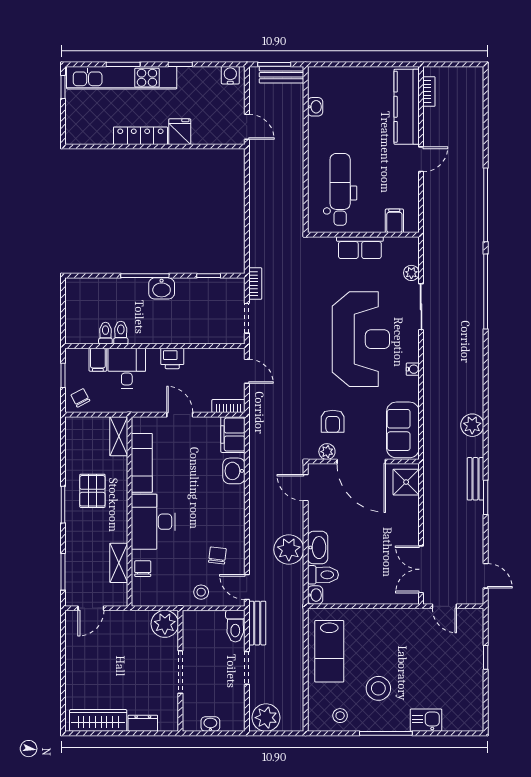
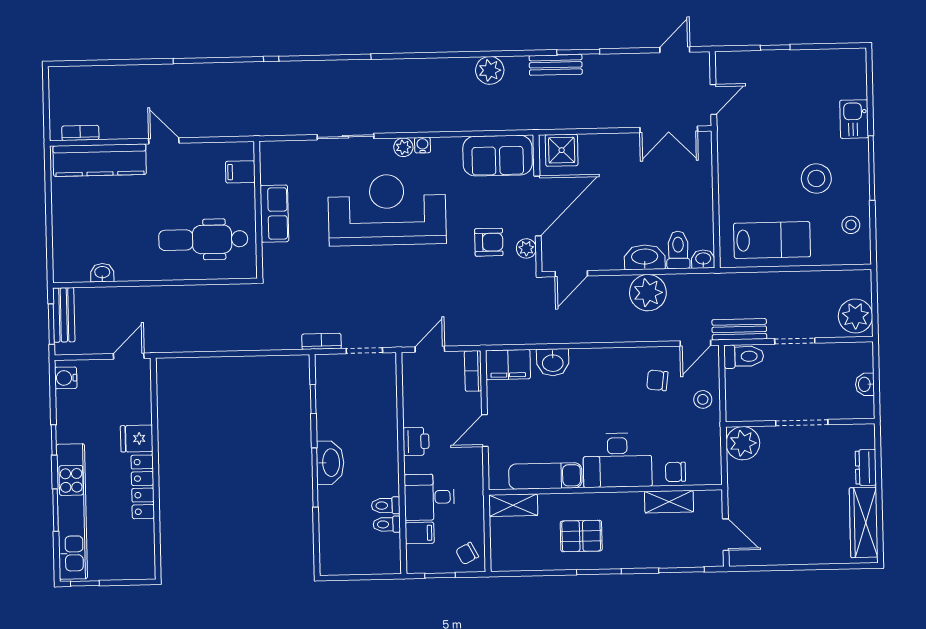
plant: (411, 273) -> (403, 147), moved
washbasin: (162, 288) -> (330, 463), width x1.38

